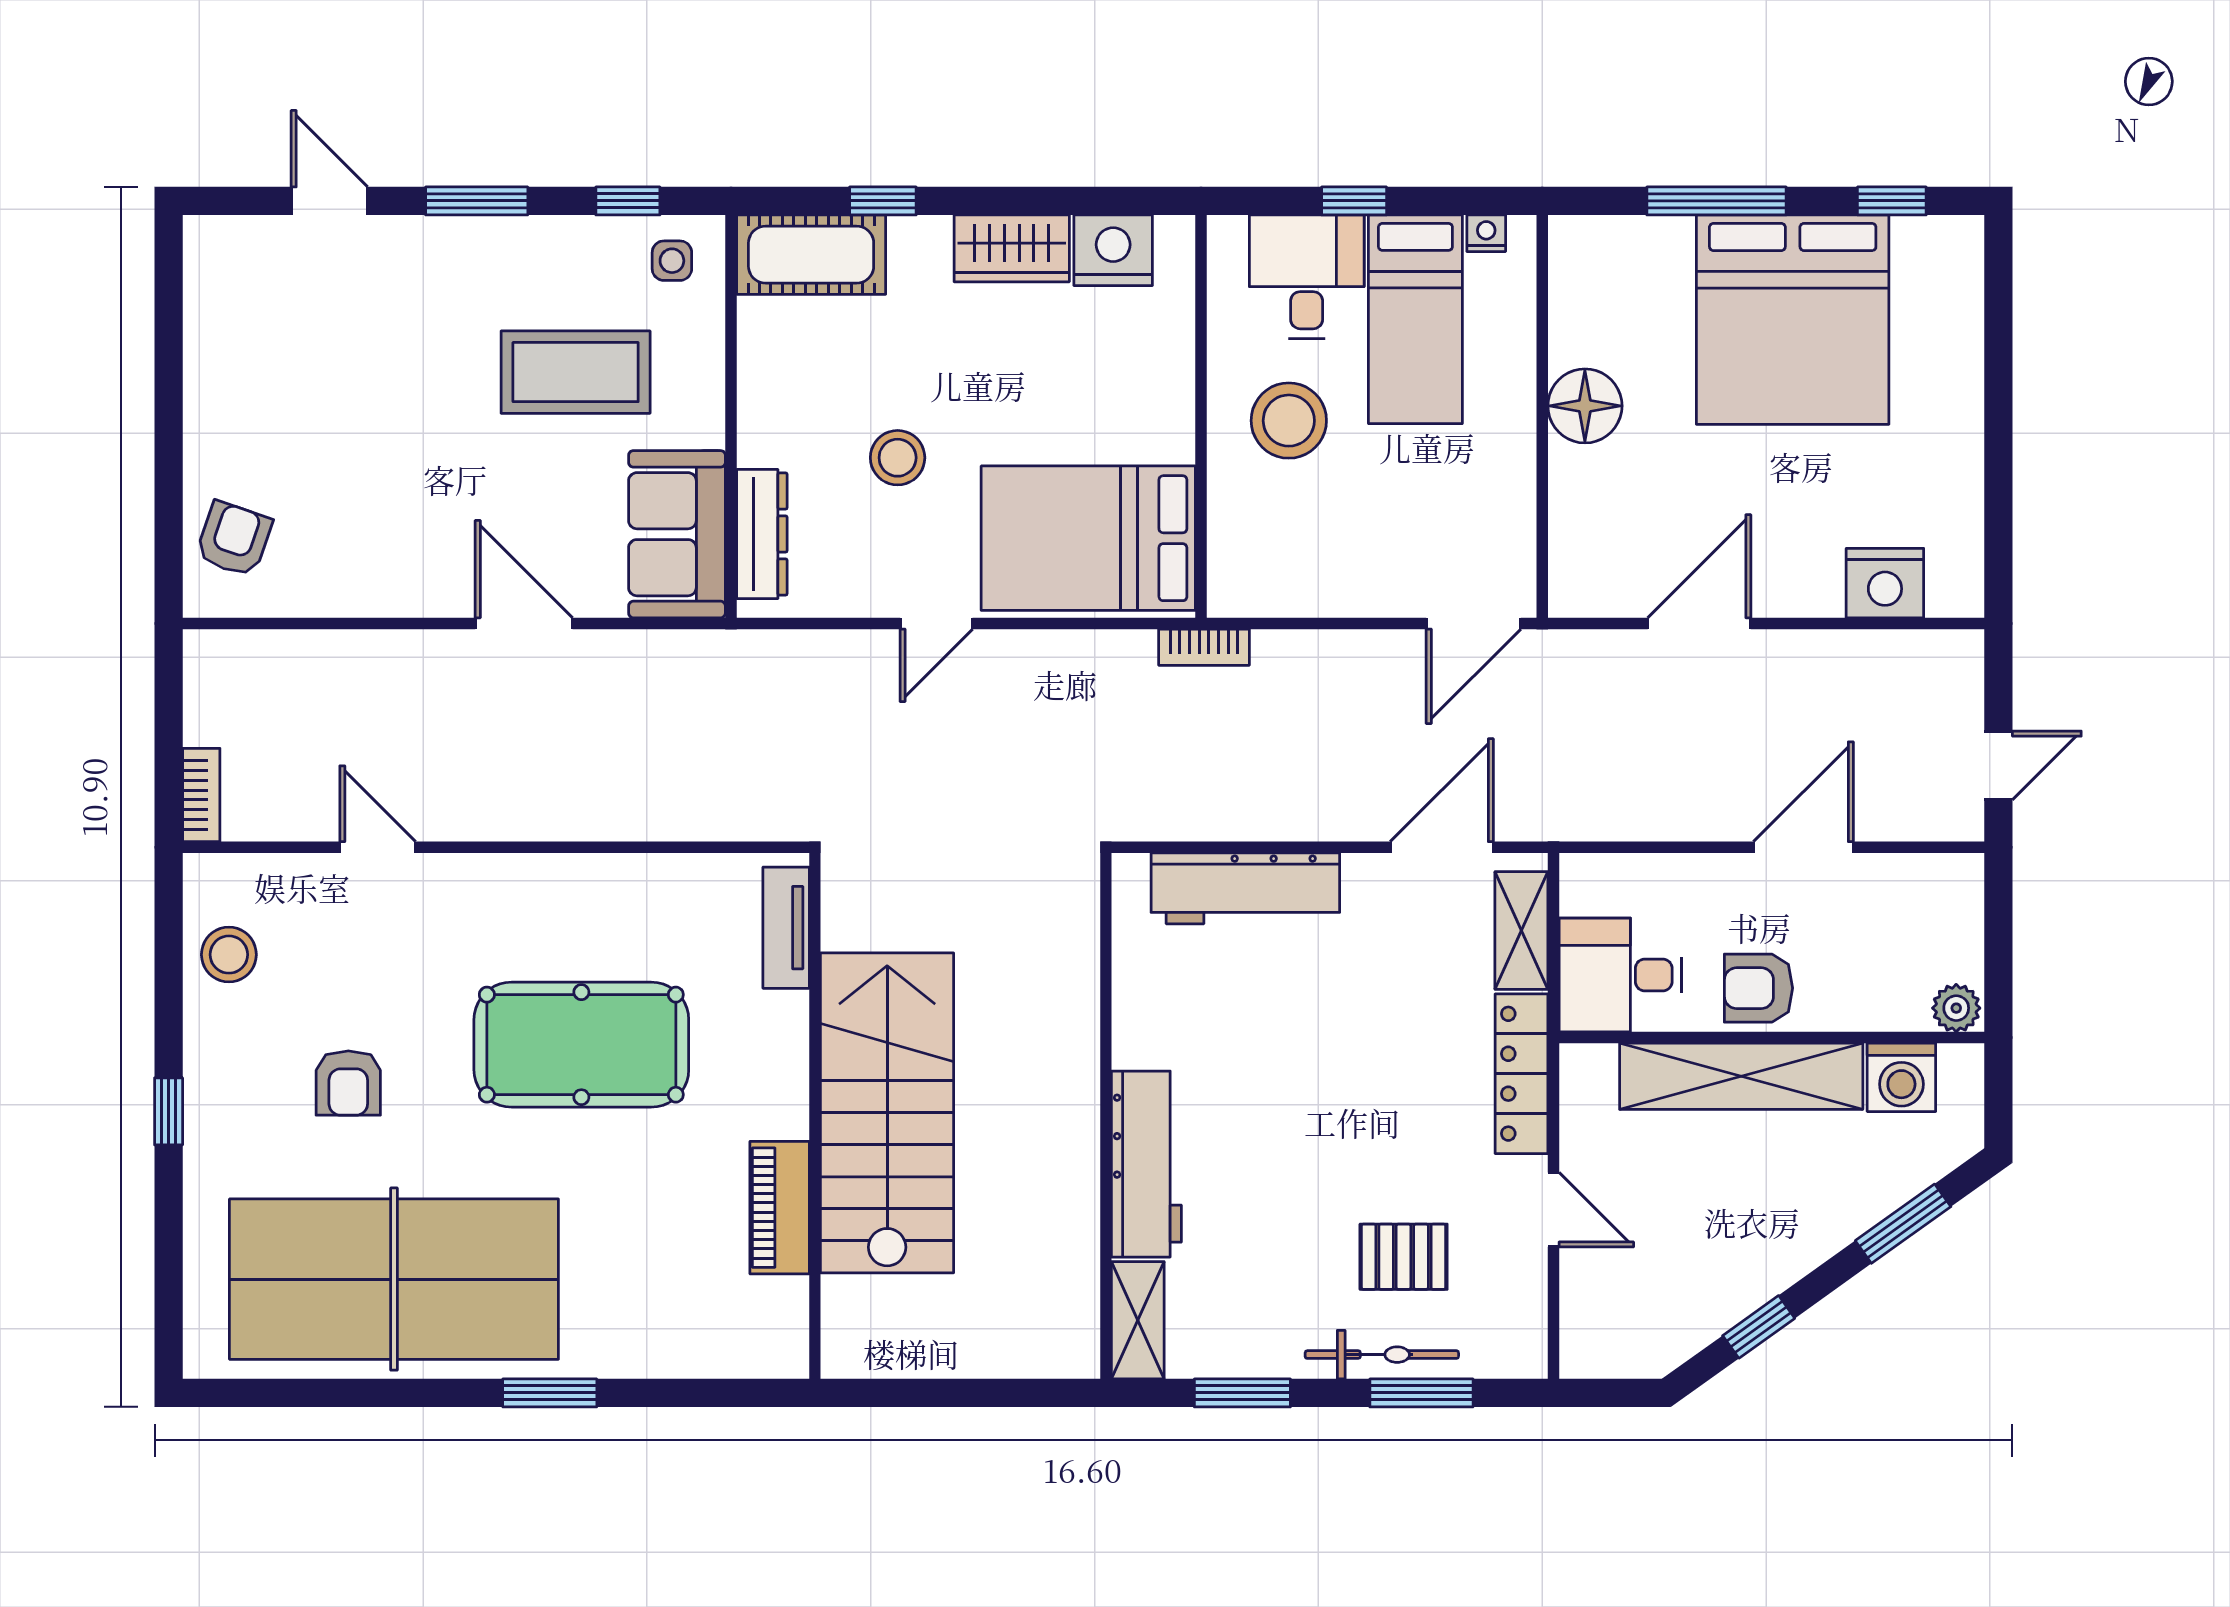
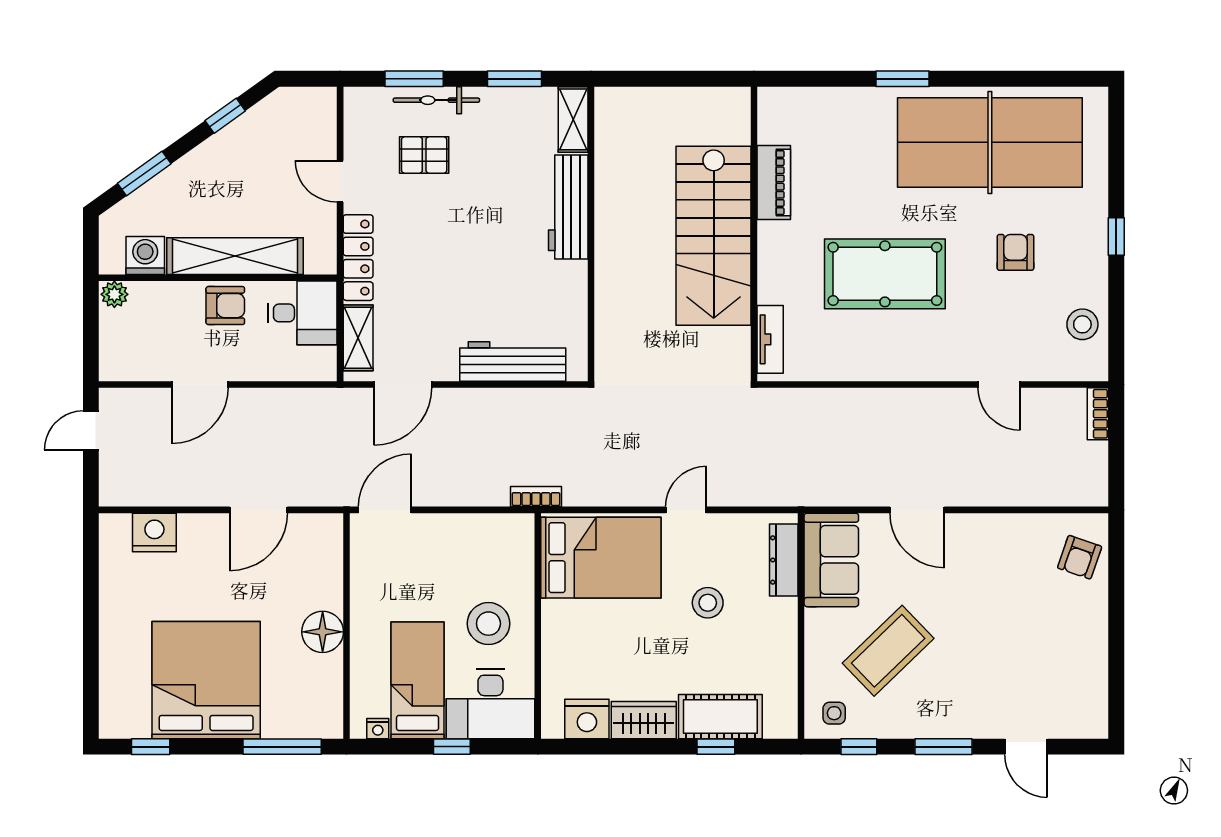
window: (1716, 201) -> (282, 747), moved
cot: (811, 255) -> (720, 717), moved
desk: (1307, 277) -> (490, 704), width x1.37
coffee table: (576, 372) -> (888, 651), turned -44

